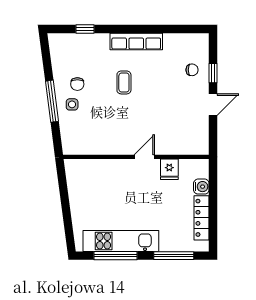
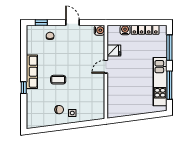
window: (85, 29) -> (24, 88), moved
window: (213, 73) -> (41, 22), moved
window: (52, 101) -> (70, 126), removed
water cooler: (201, 147) -> (99, 30), added
door: (144, 157) -> (106, 67), hinge flipped

